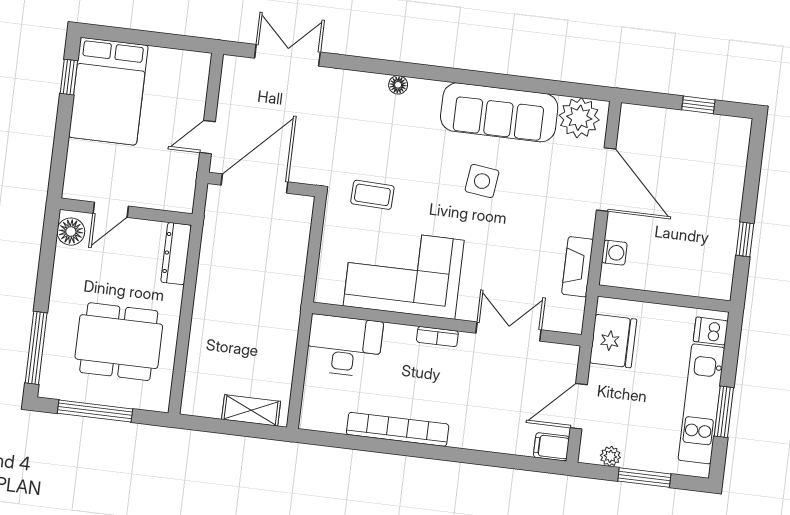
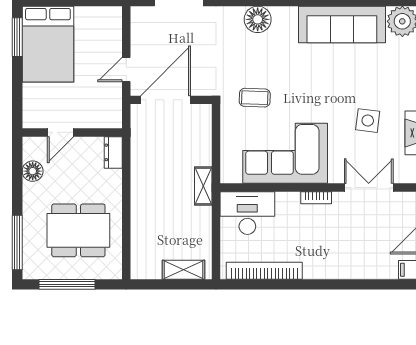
window: (69, 77) -> (17, 37), width x1.50
floor lamp: (398, 85) -> (258, 19), width x1.89, depth x1.89
side table: (482, 181) -> (368, 121), moved
floor lamp: (71, 232) -> (33, 171), moved
dresser: (176, 254) -> (113, 152), width x0.70
shelving: (291, 303) -> (203, 186), added
bookcase: (398, 429) -> (264, 271), moved

